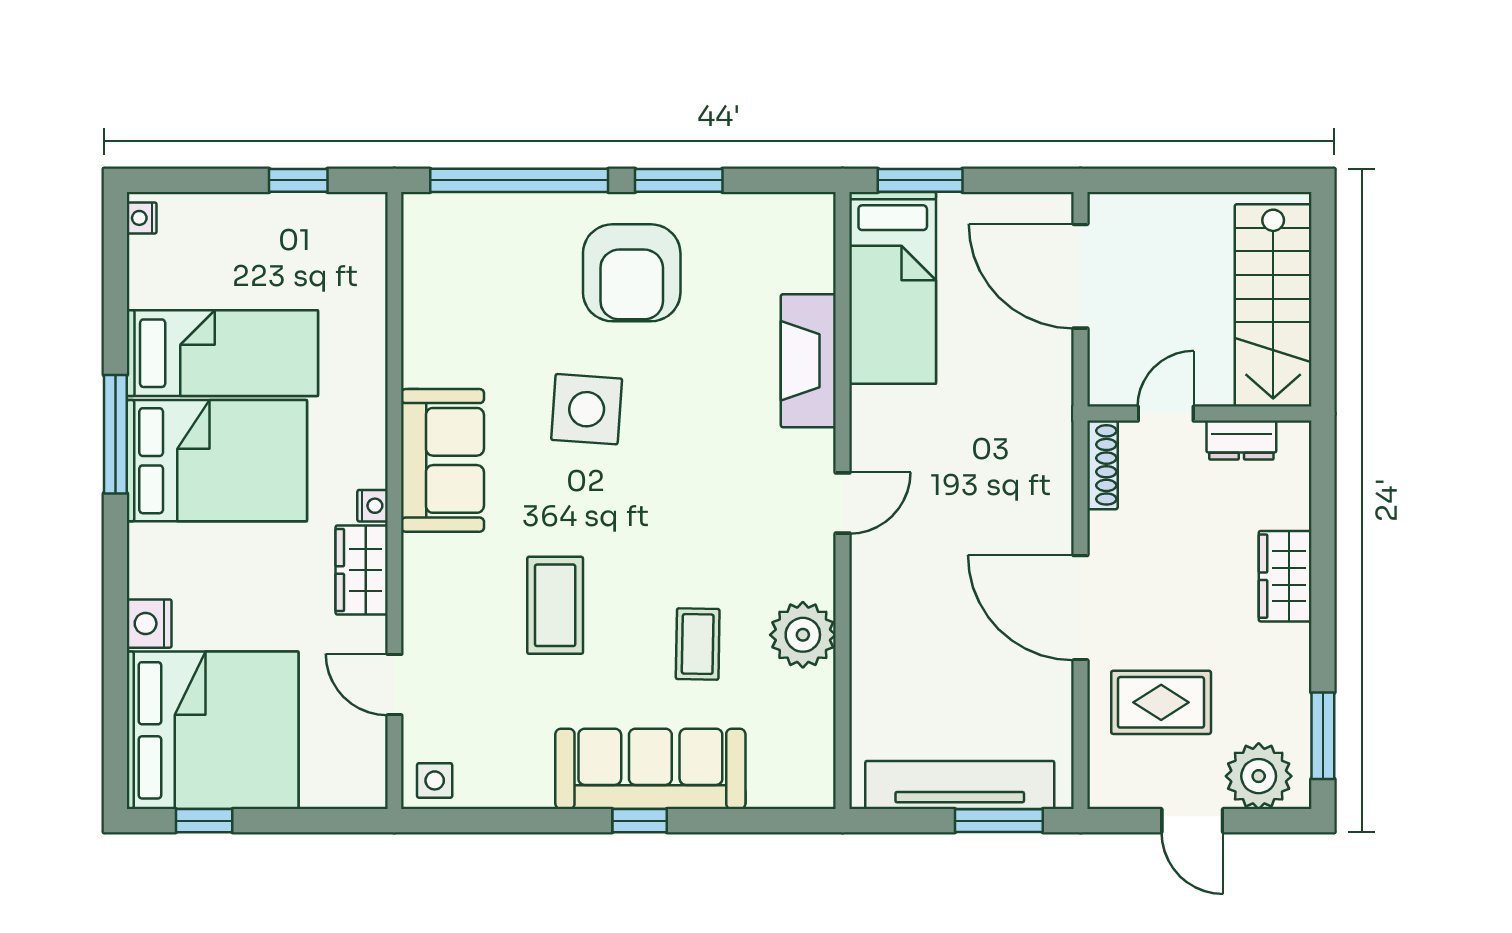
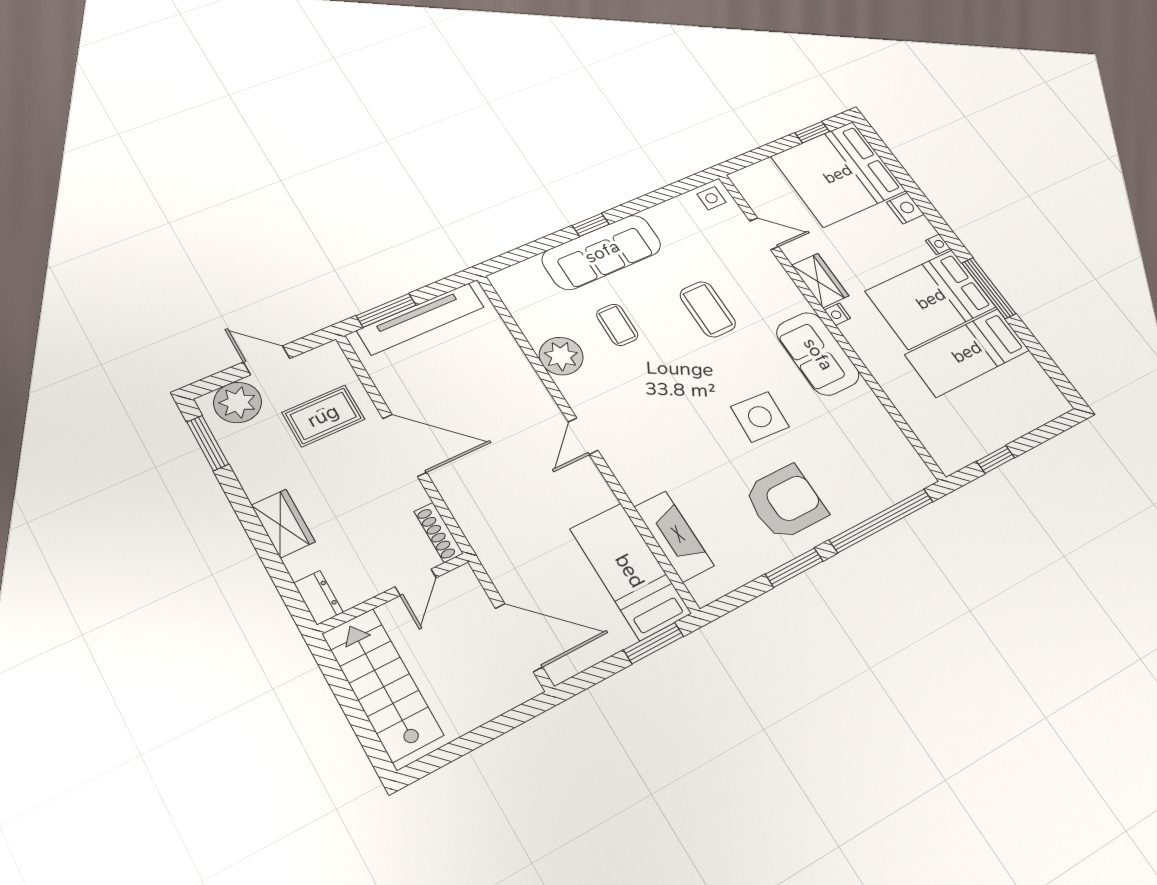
nightstand: (142, 218) -> (938, 244), moved
armchair: (632, 273) -> (785, 502), turned 90
fireplace: (808, 361) -> (674, 536), moved
dresser: (1241, 440) -> (318, 598), moved, turned 90

